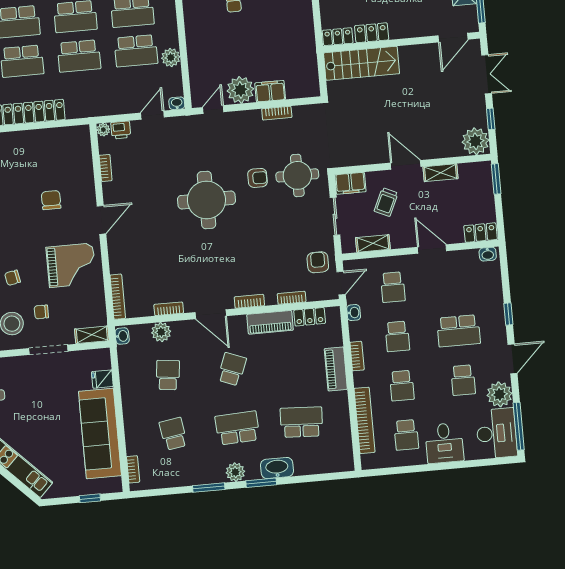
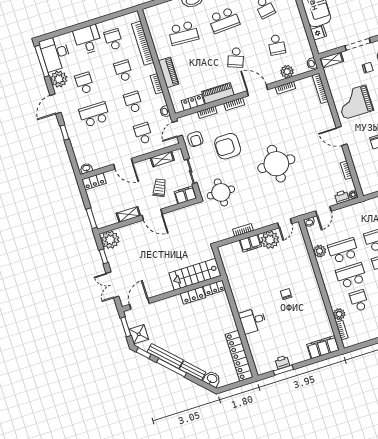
armchair: (258, 178) -> (228, 146), moved, width x1.88, depth x1.88
door: (102, 220) -> (342, 136), hinge flipped

